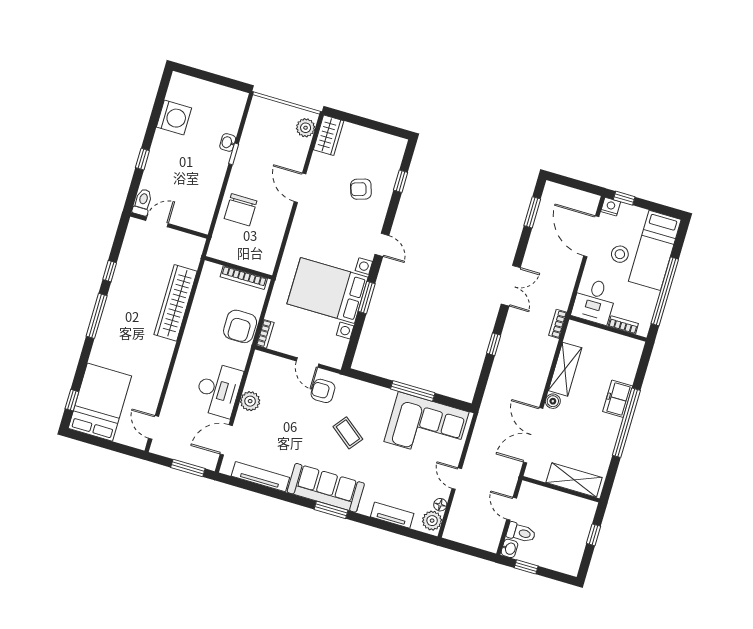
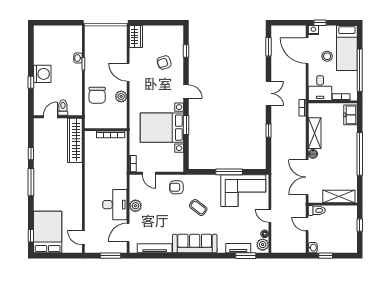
washing machine: (174, 117) -> (42, 74), moved
plant: (306, 128) -> (121, 96), moved
toilet: (143, 202) -> (63, 108), moved
wardrobe: (175, 303) -> (75, 140), moved
armchair: (240, 326) -> (117, 164), removed
door: (307, 362) -> (149, 173), moved
freezer: (618, 399) -> (350, 115), moved
window: (331, 510) -> (246, 256), moved
toilet: (521, 533) -> (317, 210), moved

